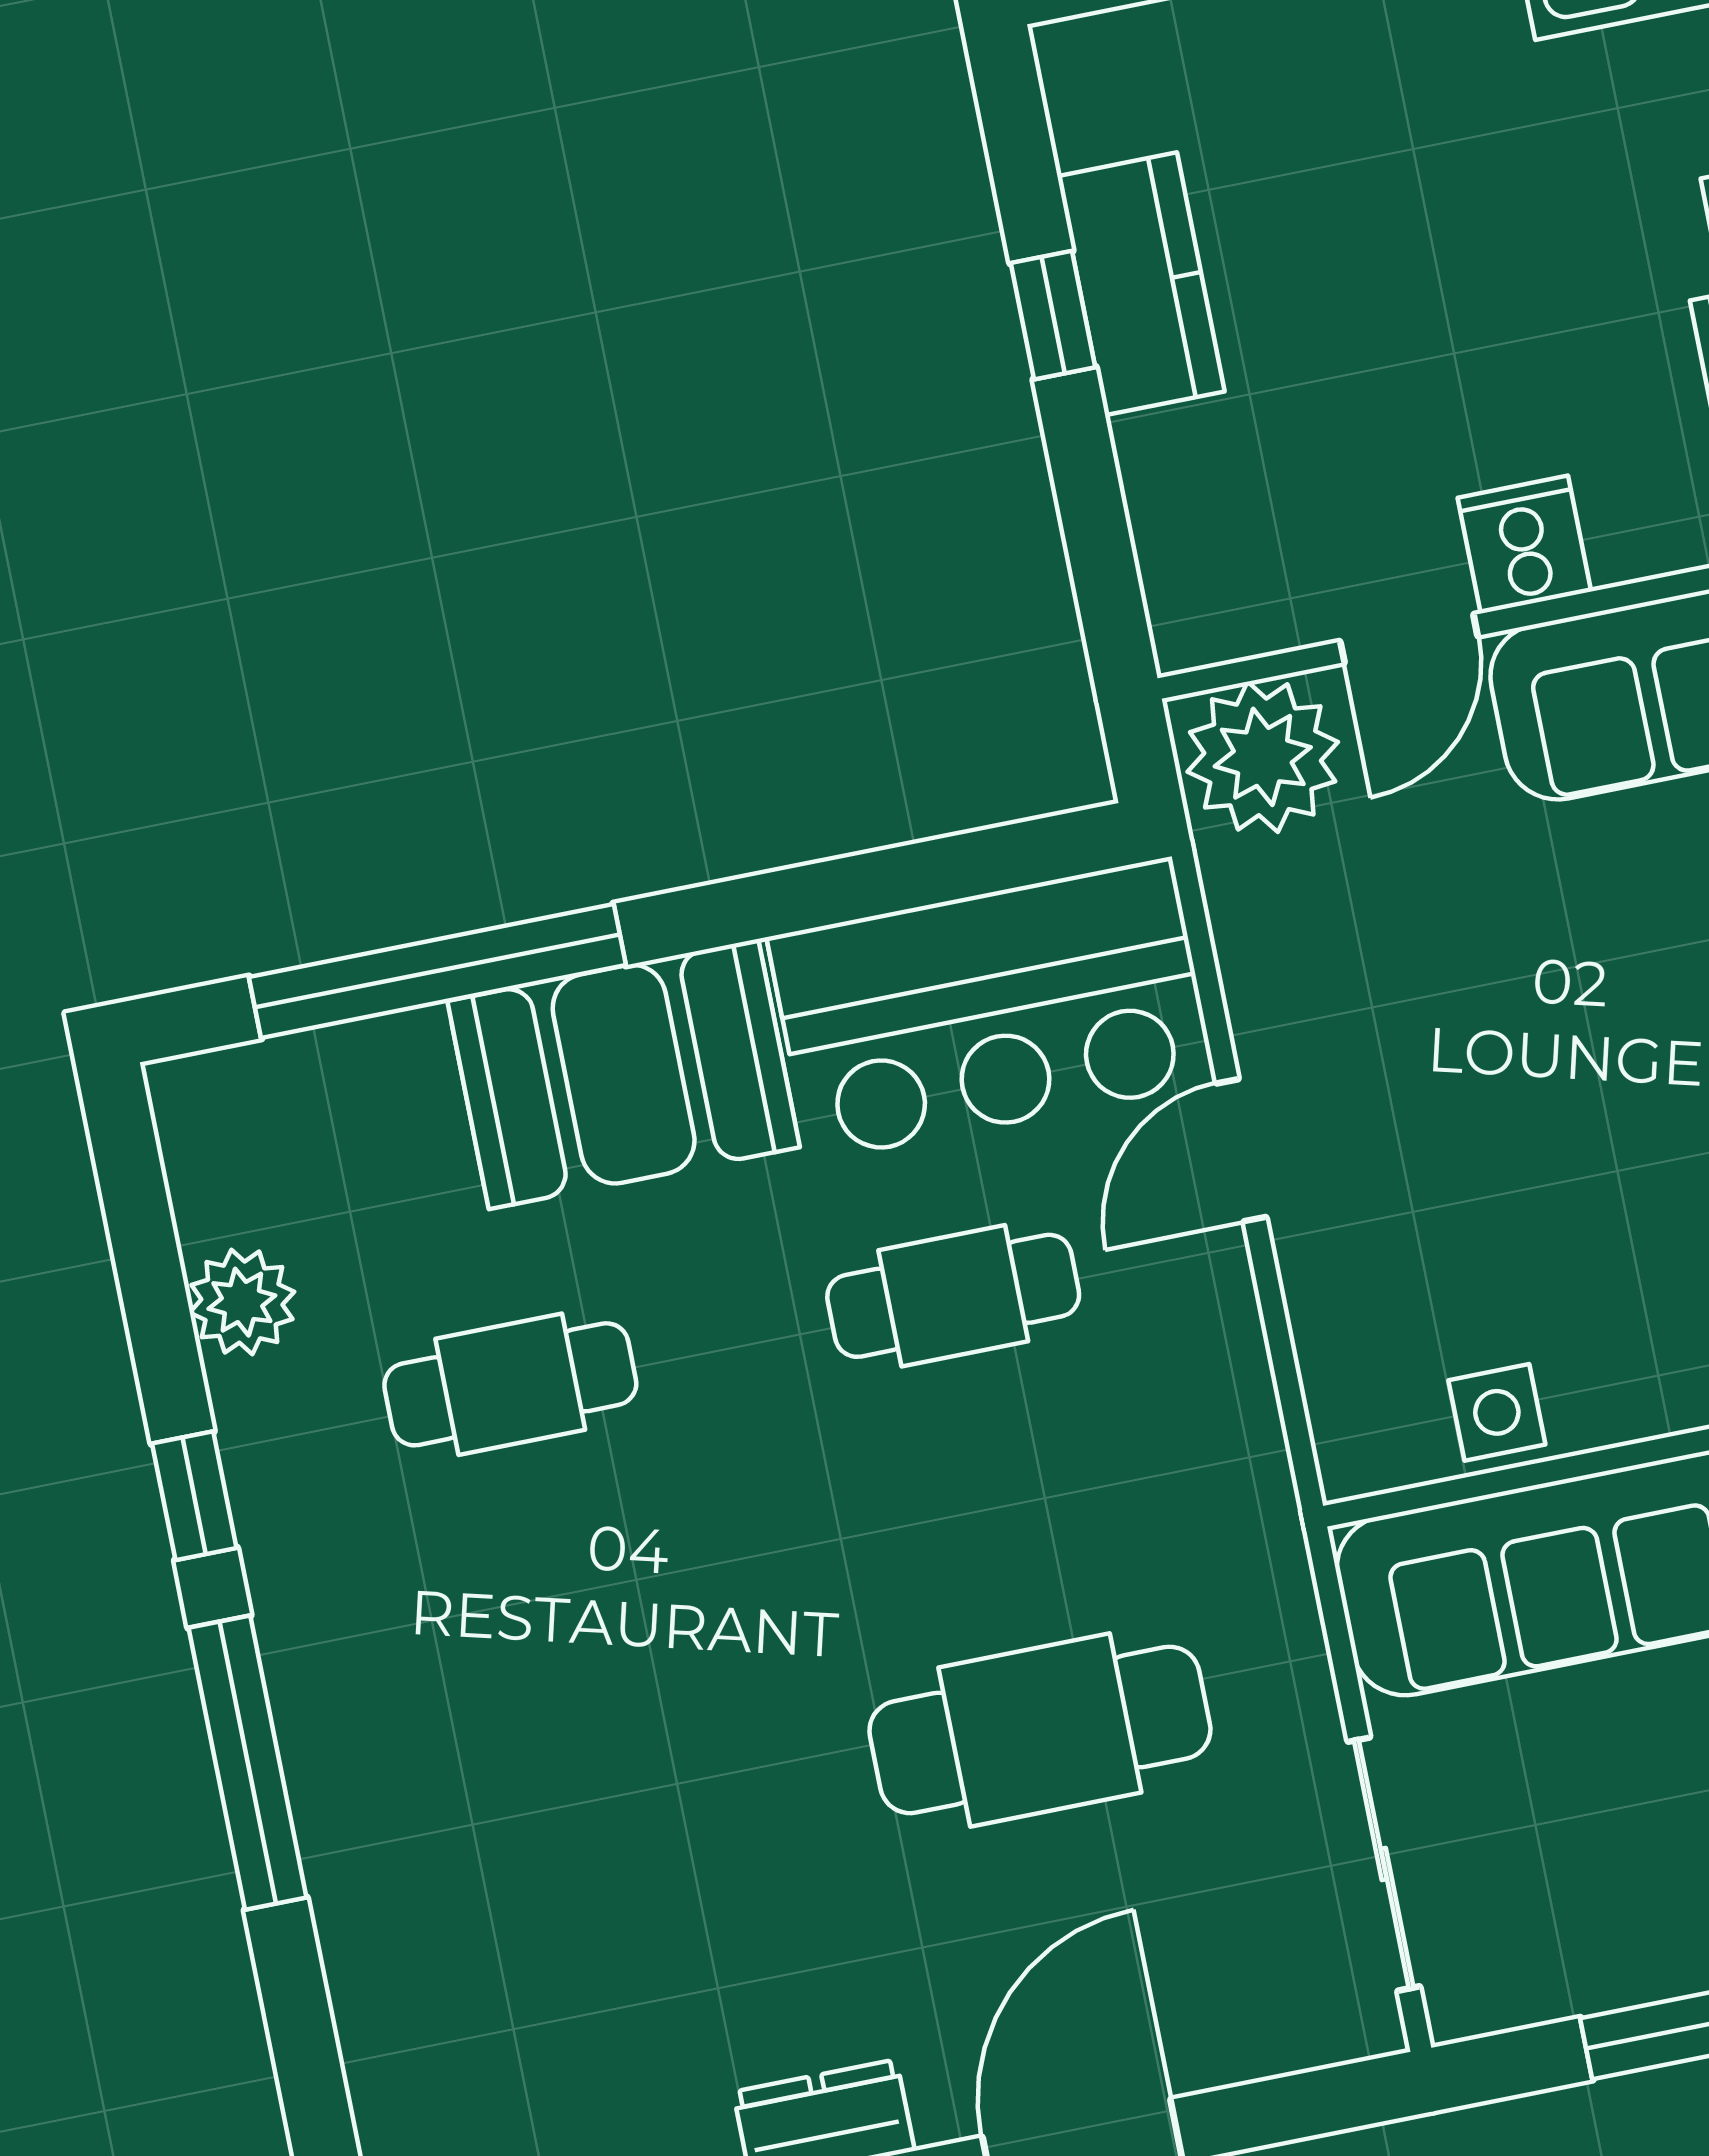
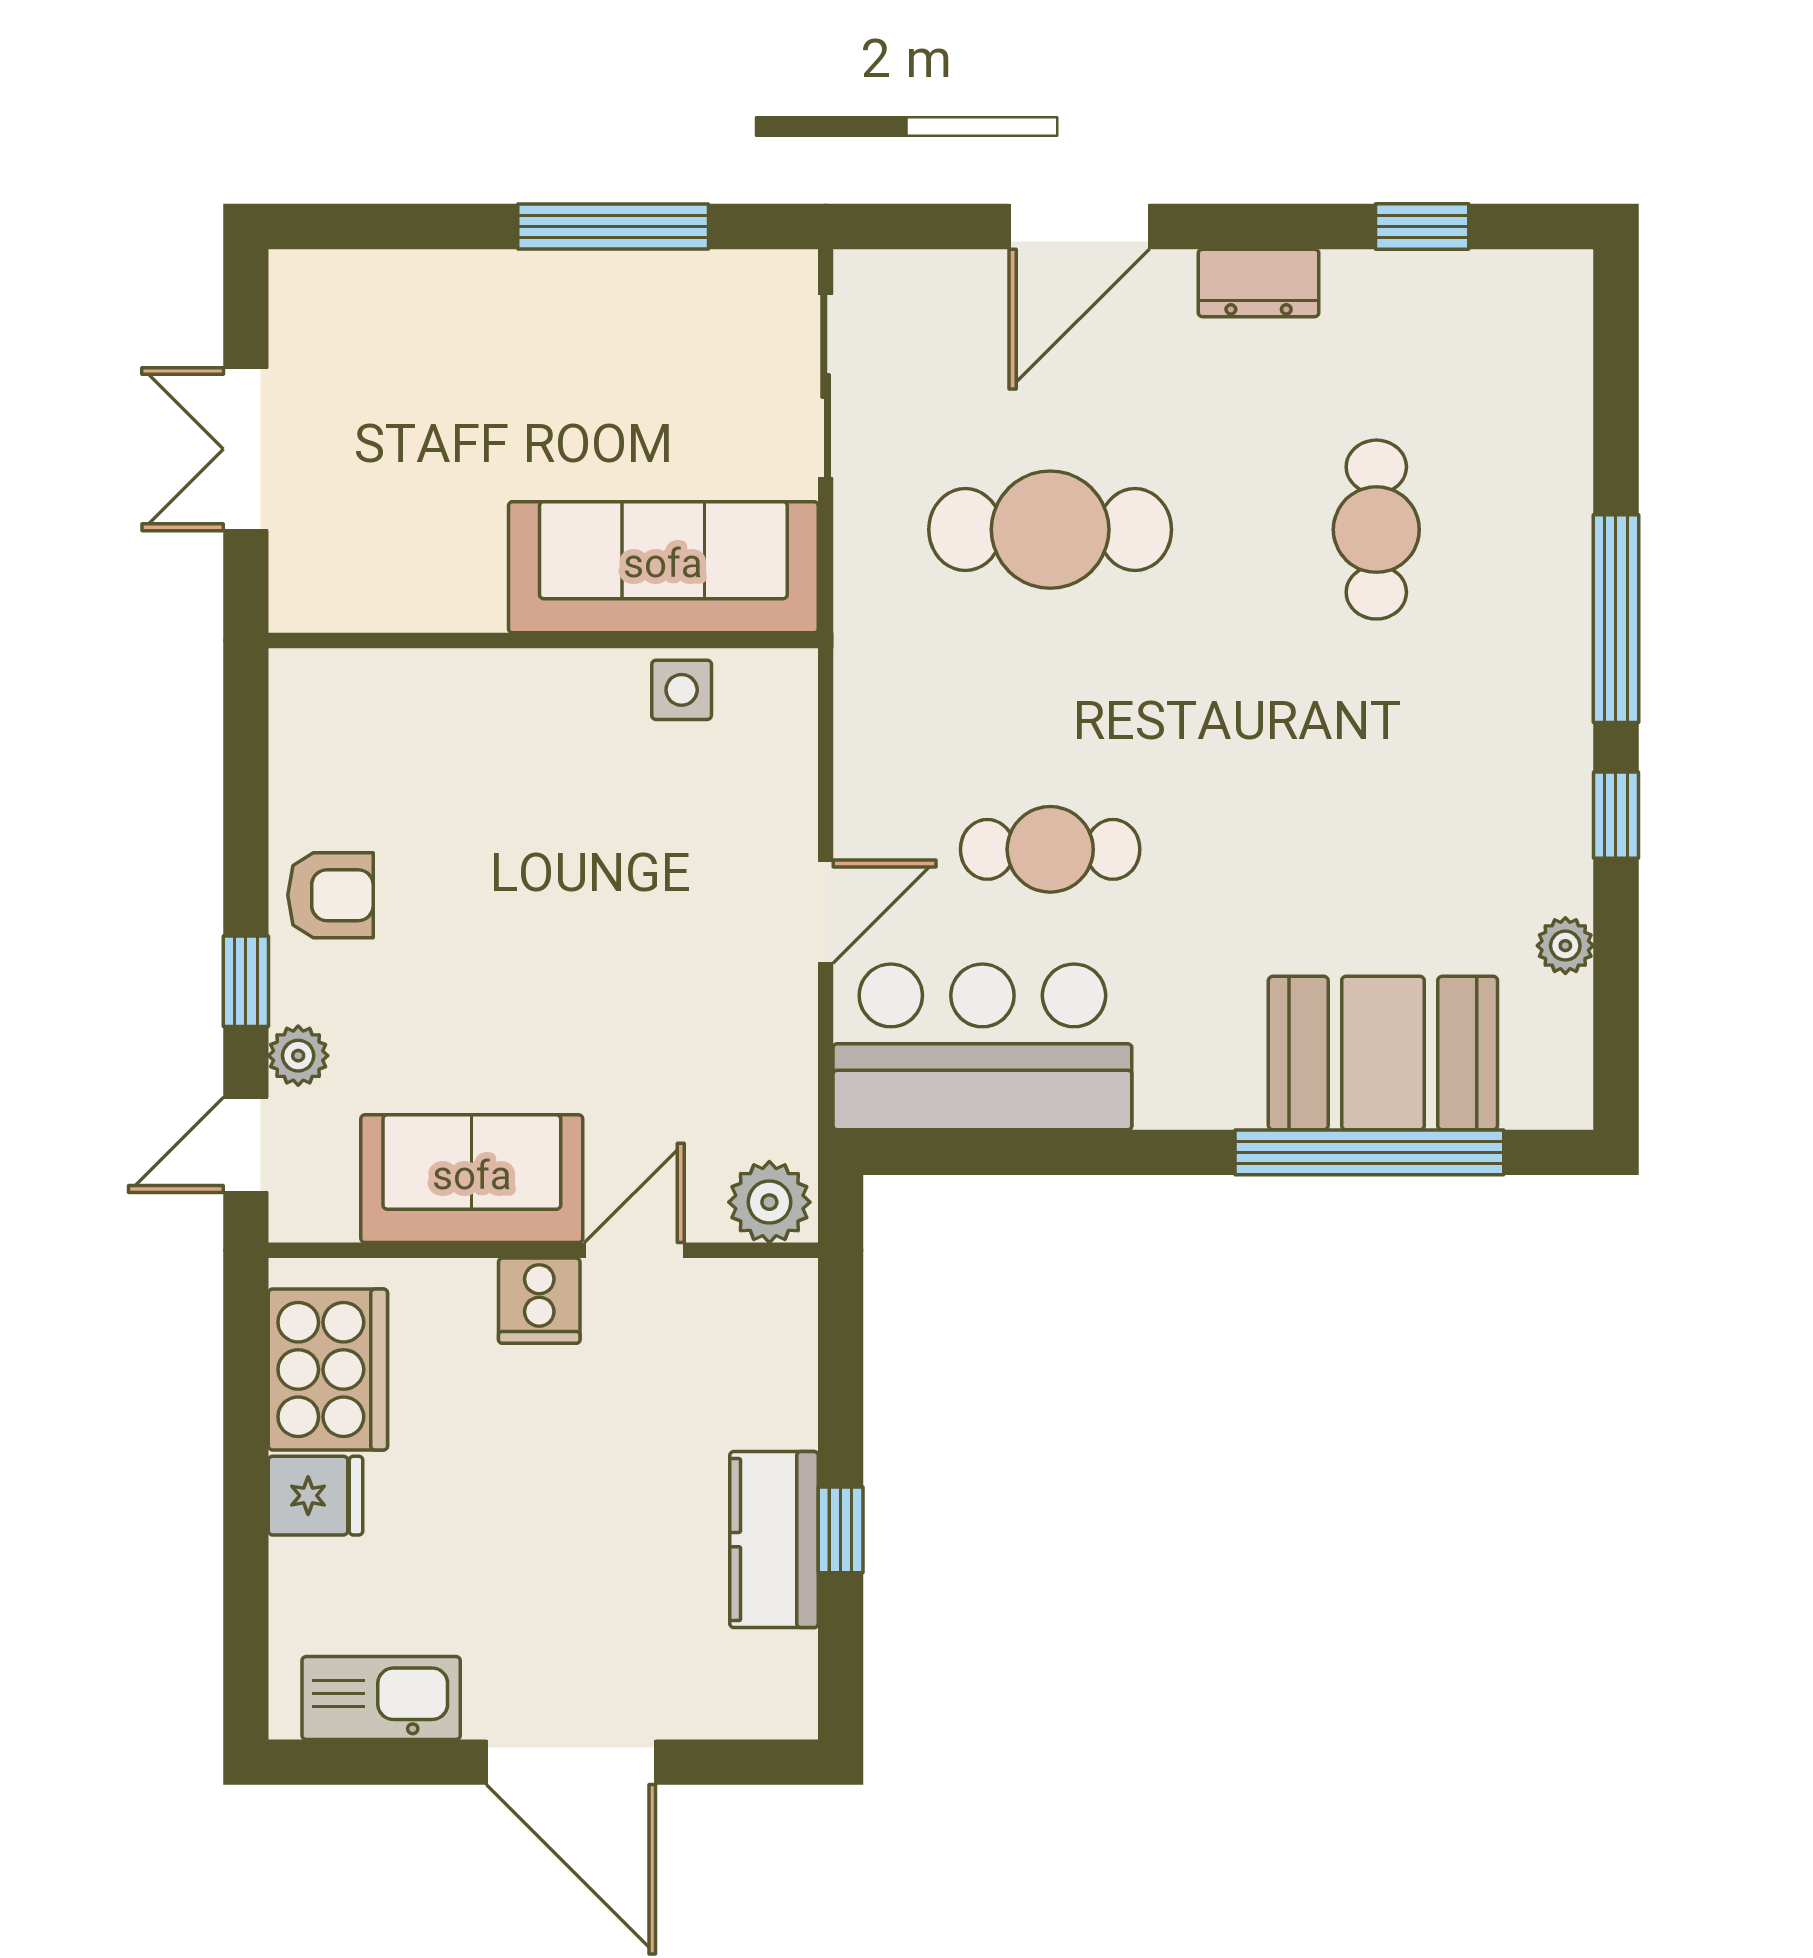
plant: (1263, 757) -> (769, 1202), width x0.73, depth x0.73
booth: (624, 1074) -> (1383, 1053), moved
plant: (242, 1302) -> (1565, 946), width x0.73, depth x0.73
cafe table: (510, 1384) -> (1376, 530), moved, turned 90

